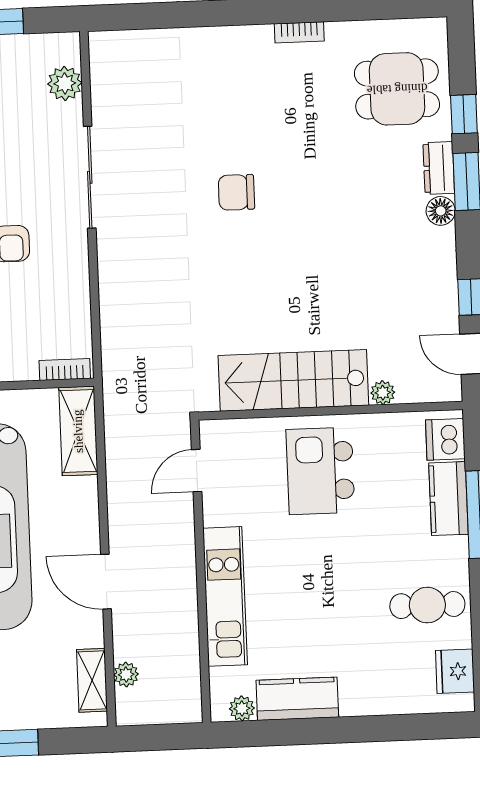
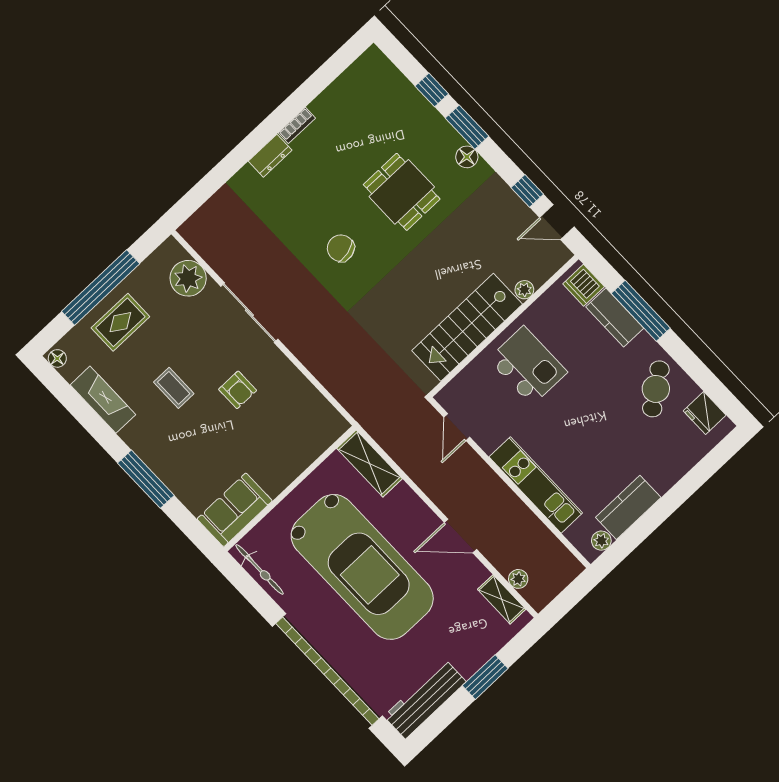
plant: (65, 83) -> (188, 278), width x1.36, depth x1.36
dining table: (397, 89) -> (402, 192), moved, turned 90
dresser: (439, 168) -> (270, 156), moved, turned -90
chair: (236, 192) -> (341, 248), turned 76
bookcase: (65, 369) -> (331, 435), removed
kitchen island: (320, 471) -> (528, 366), turned 180
cafe table: (427, 605) -> (656, 389), turned -36

